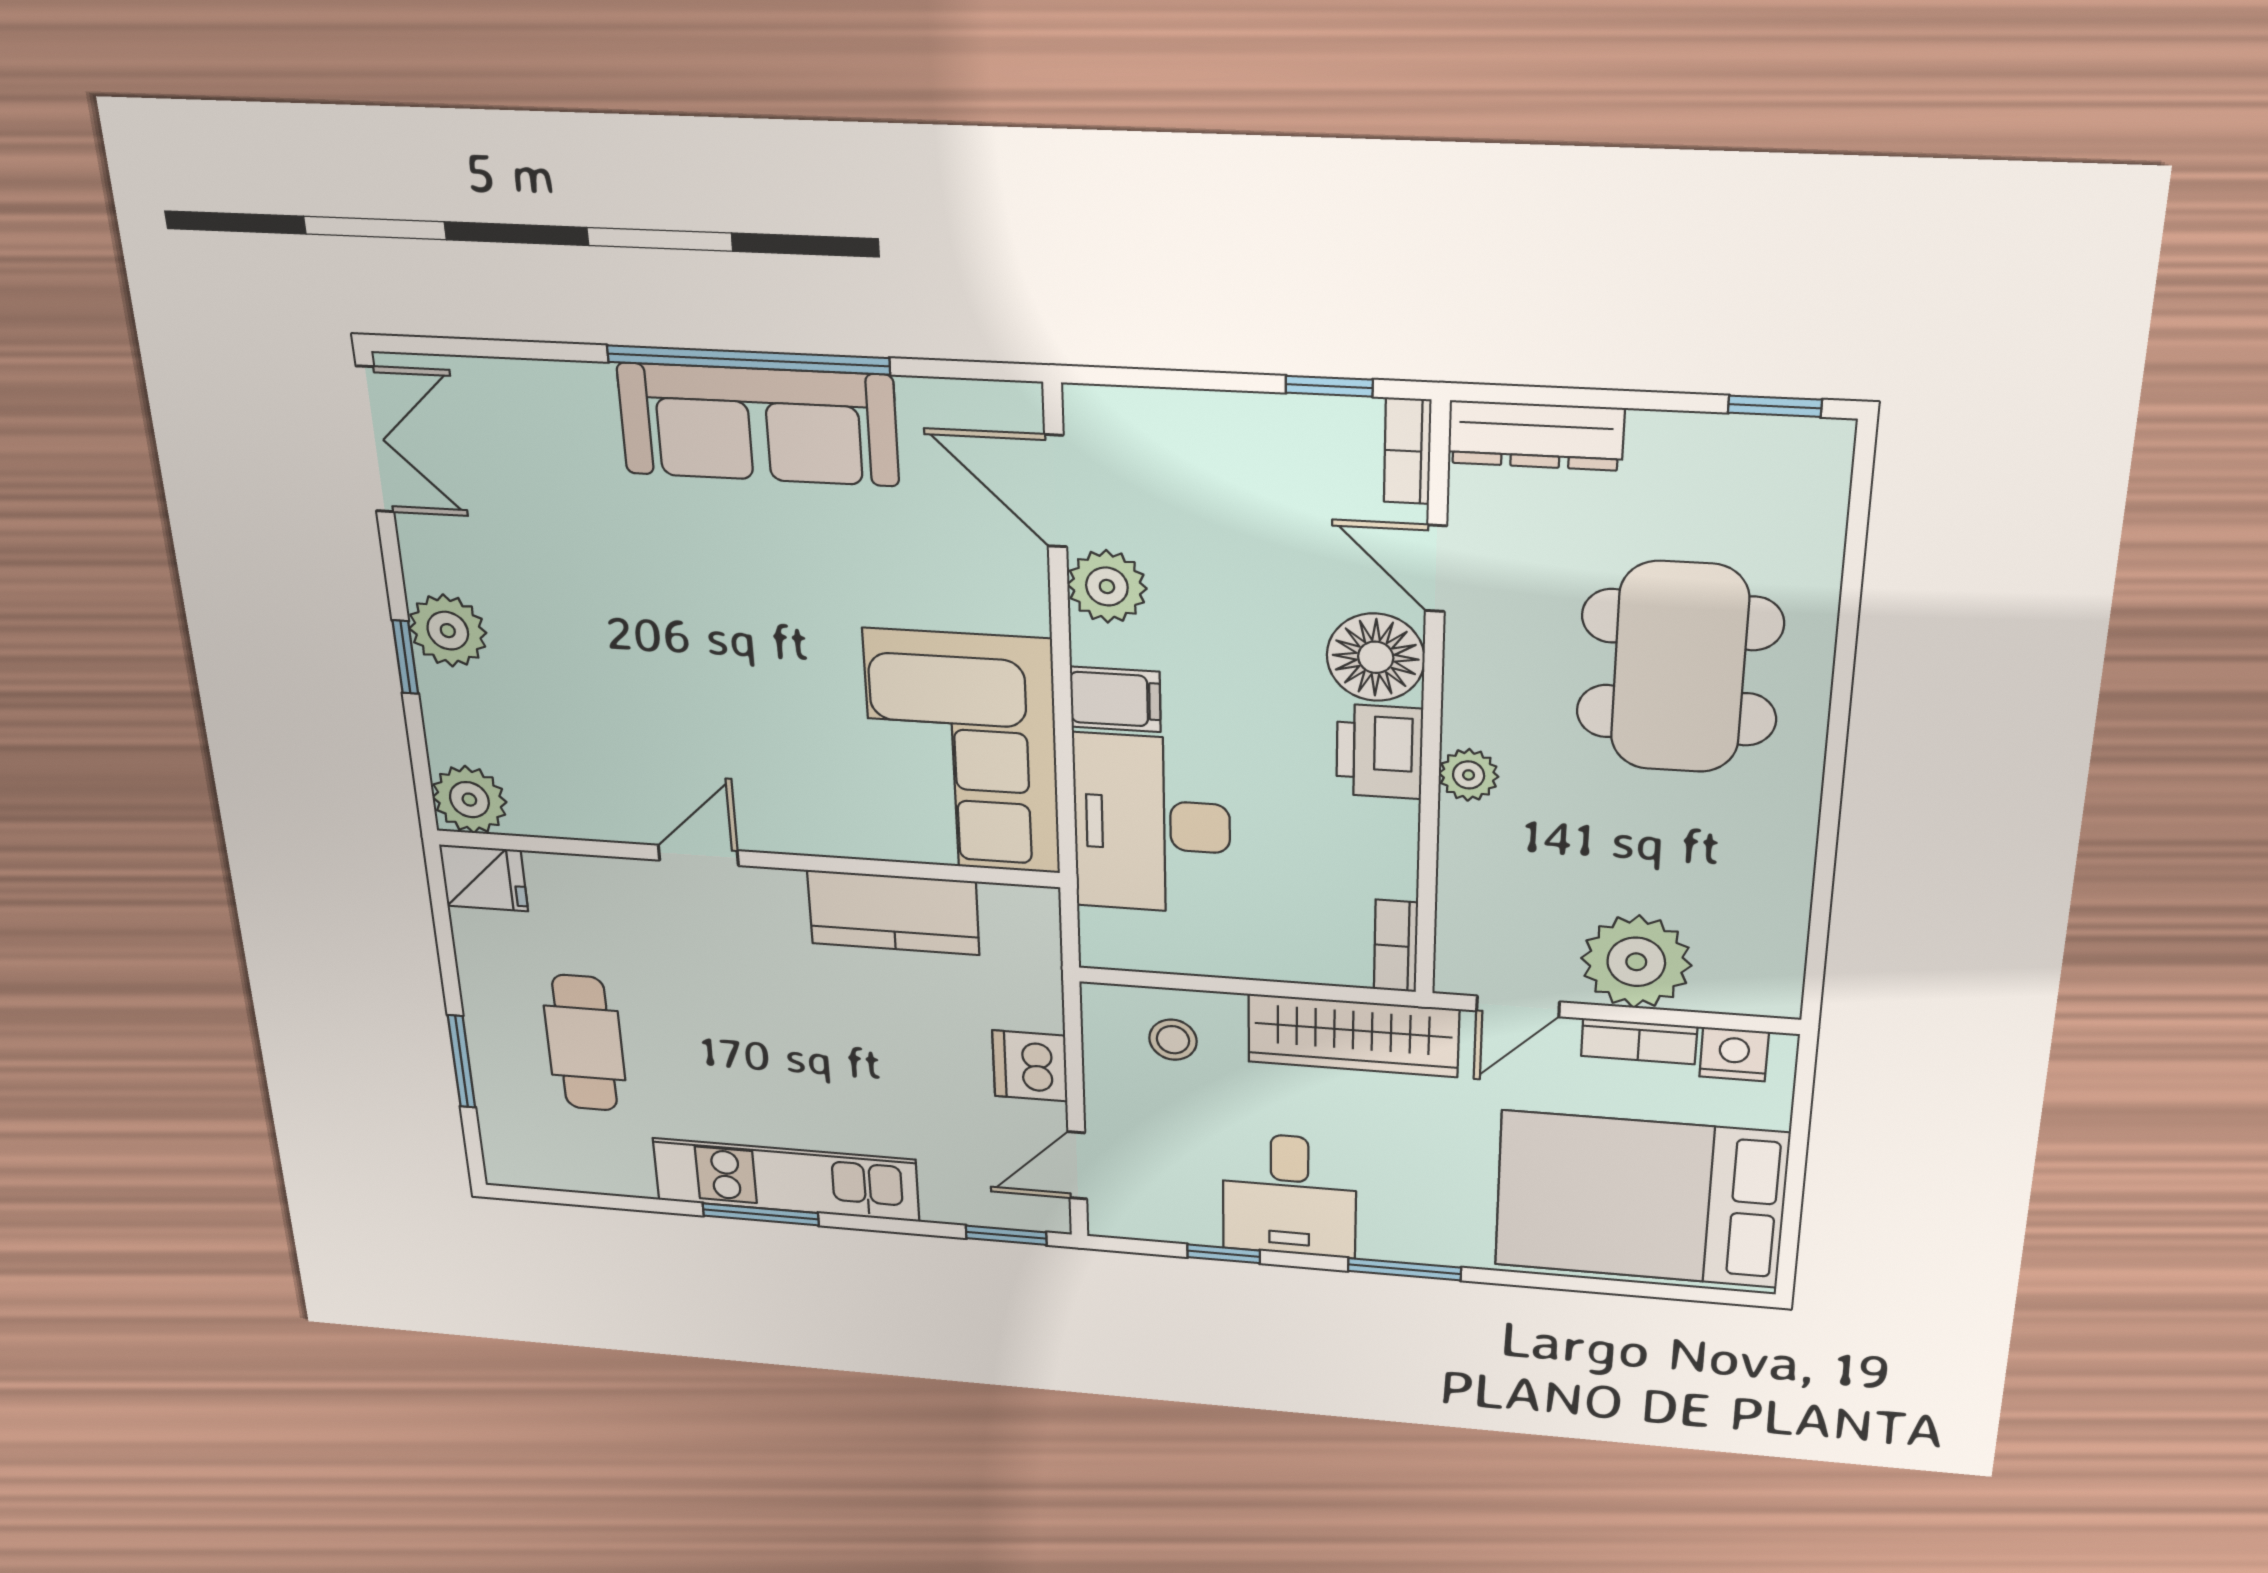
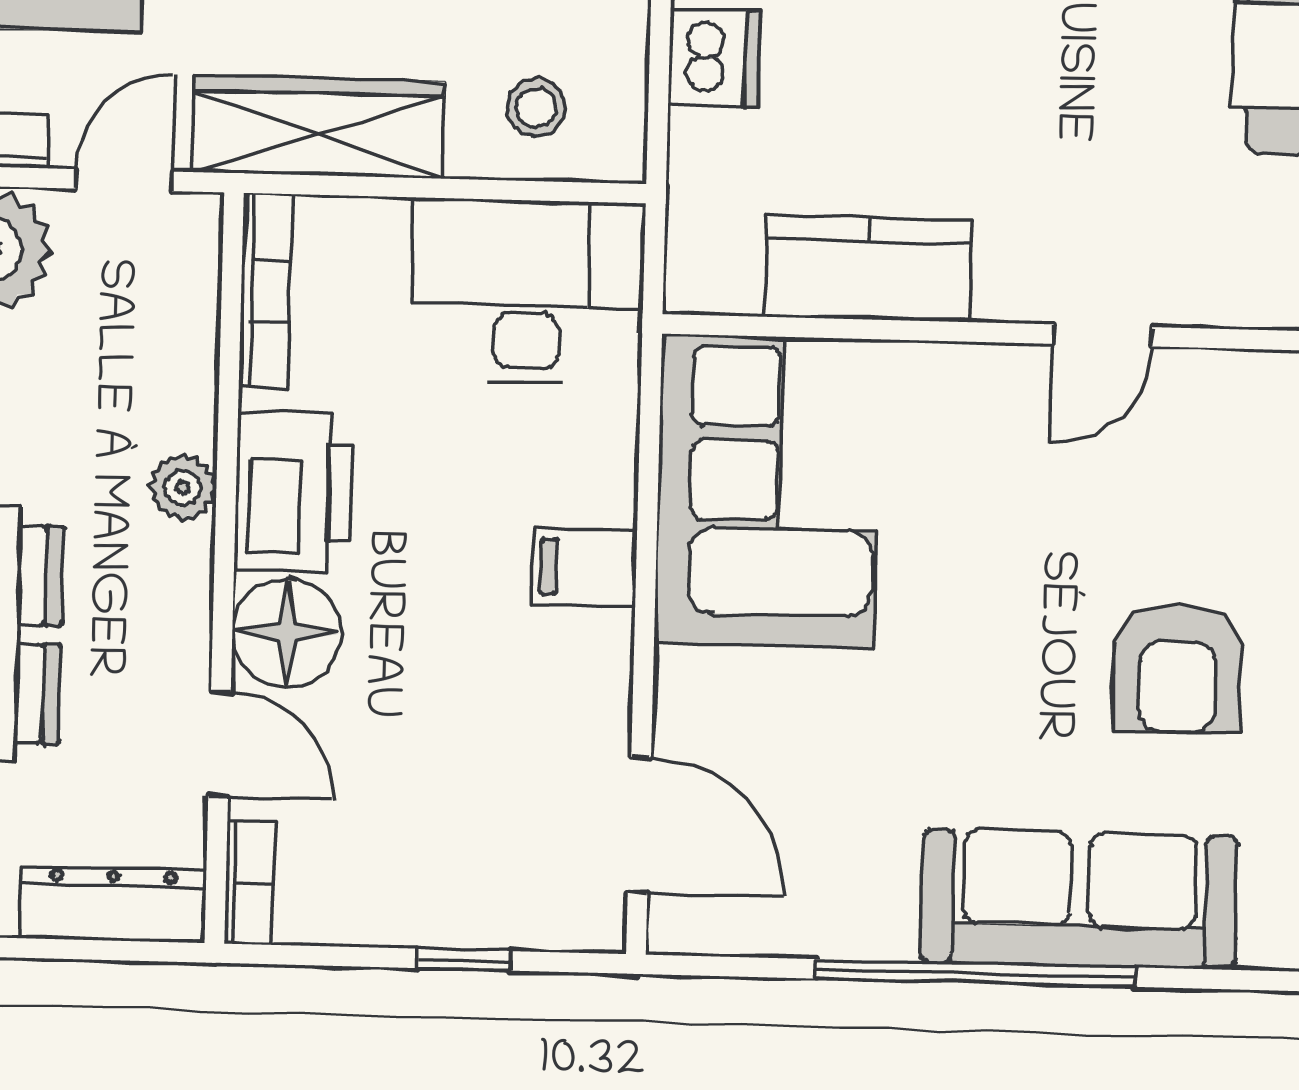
window: (1329, 386) -> (464, 960), moved
sofa: (758, 425) -> (1079, 899), moved
plant: (1107, 586) -> (587, 710), removed
armchair: (605, 603) -> (1178, 669), added
printer: (1379, 752) -> (293, 492), width x1.37, depth x1.19
desk: (1152, 824) -> (527, 292), moved, turned -90
bookcase: (1396, 946) -> (266, 290), width x1.56

